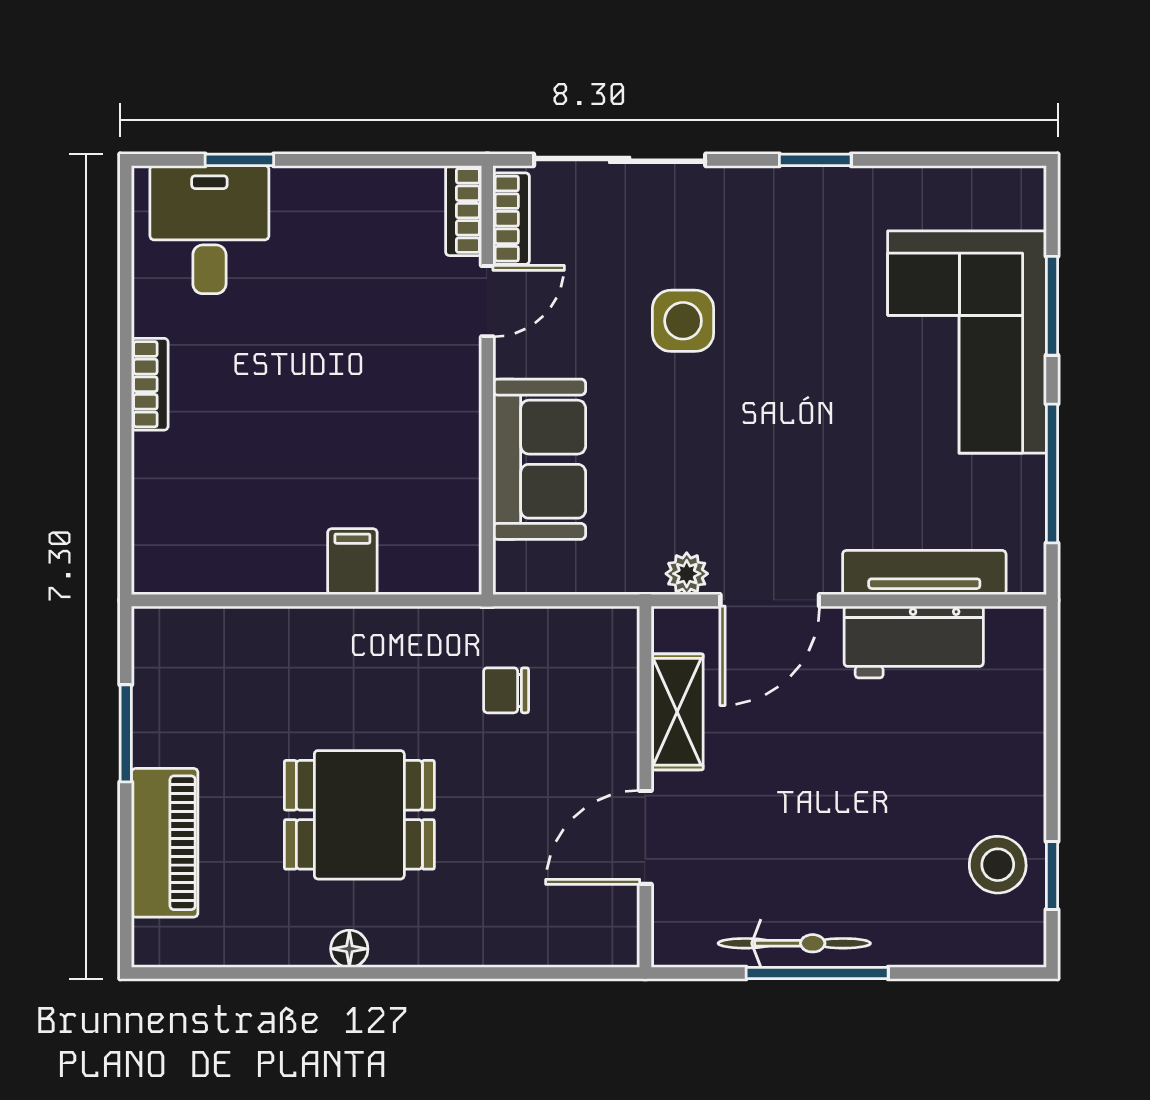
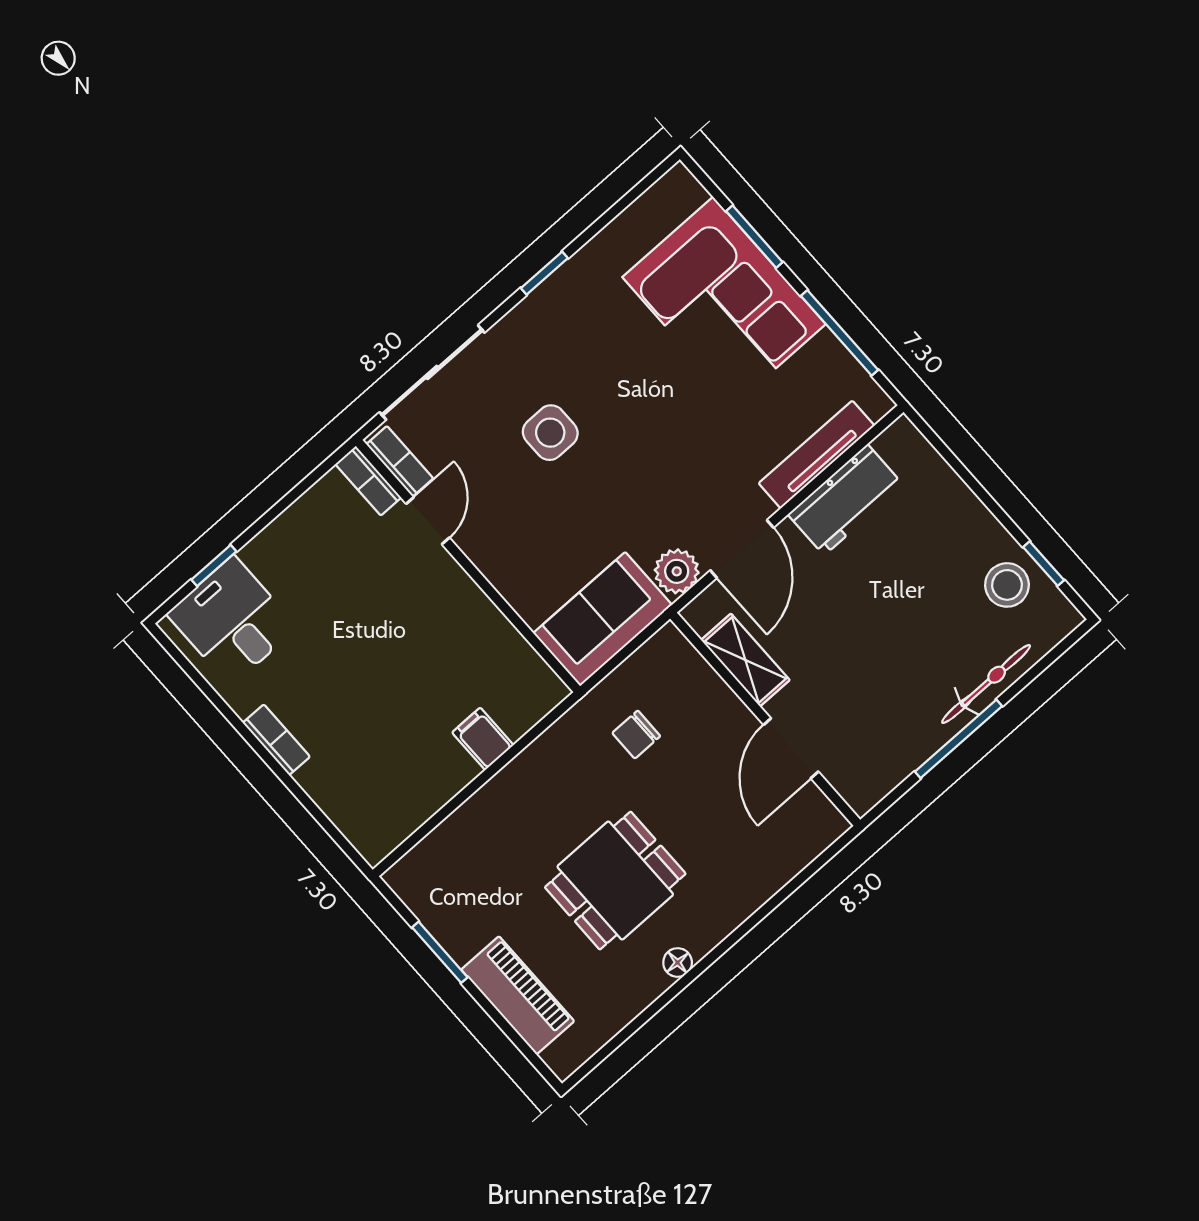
sofa: (539, 459) -> (603, 619), moved, turned -90
plant: (687, 574) -> (677, 571), width x1.38, depth x1.38
bicycle: (794, 943) -> (986, 684), moved

